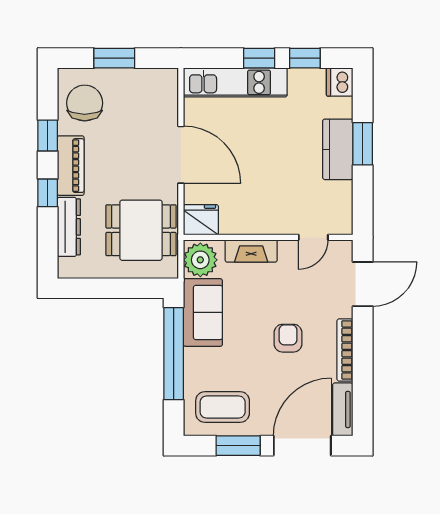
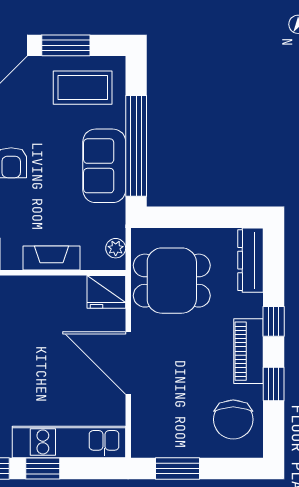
window: (114, 58) -> (178, 469), moved
dresser: (69, 227) -> (250, 260), moved
plant: (200, 260) -> (116, 248), width x0.53, depth x0.53
sofa: (203, 312) -> (104, 166), moved

